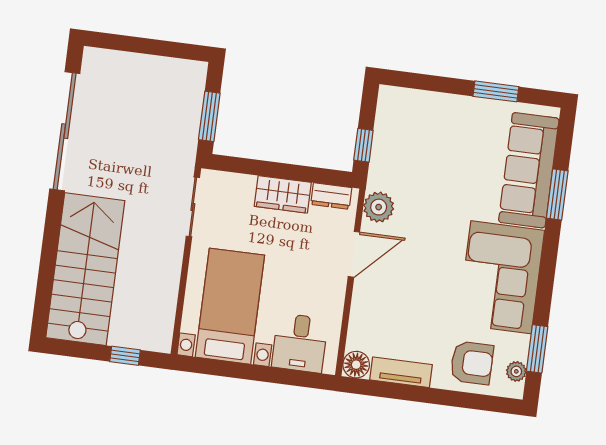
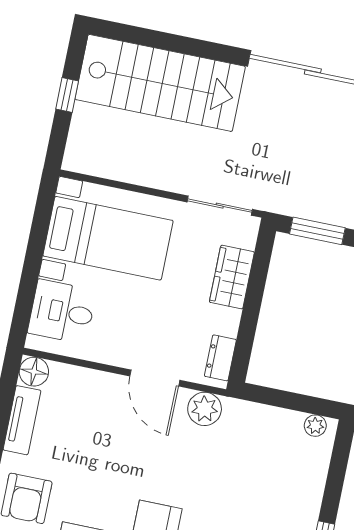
plant: (386, 105) -> (315, 426), added
window: (363, 145) -> (273, 397), removed
wardrobe: (283, 194) -> (232, 277), moved
window: (125, 356) -> (67, 95), moved

